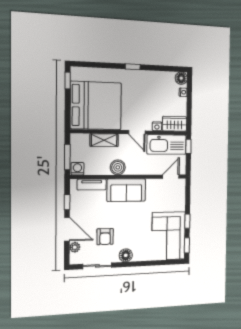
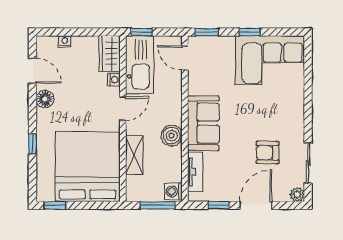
window: (133, 67) -> (32, 144), moved
door: (164, 68) -> (32, 71), added
floor lamp: (181, 78) -> (45, 99), moved
armchair: (105, 237) -> (268, 153), turned 180
window: (187, 245) -> (207, 32), moved
plant: (75, 247) -> (297, 195), moved
floor lamp: (126, 255) -> (295, 123), removed

